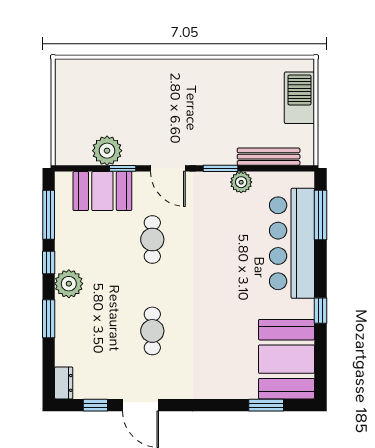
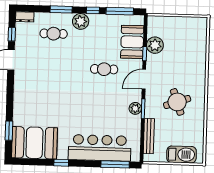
round table: (207, 108) -> (177, 102), added
plant: (241, 182) -> (135, 108), moved
cafe table: (152, 331) -> (54, 34), moved

